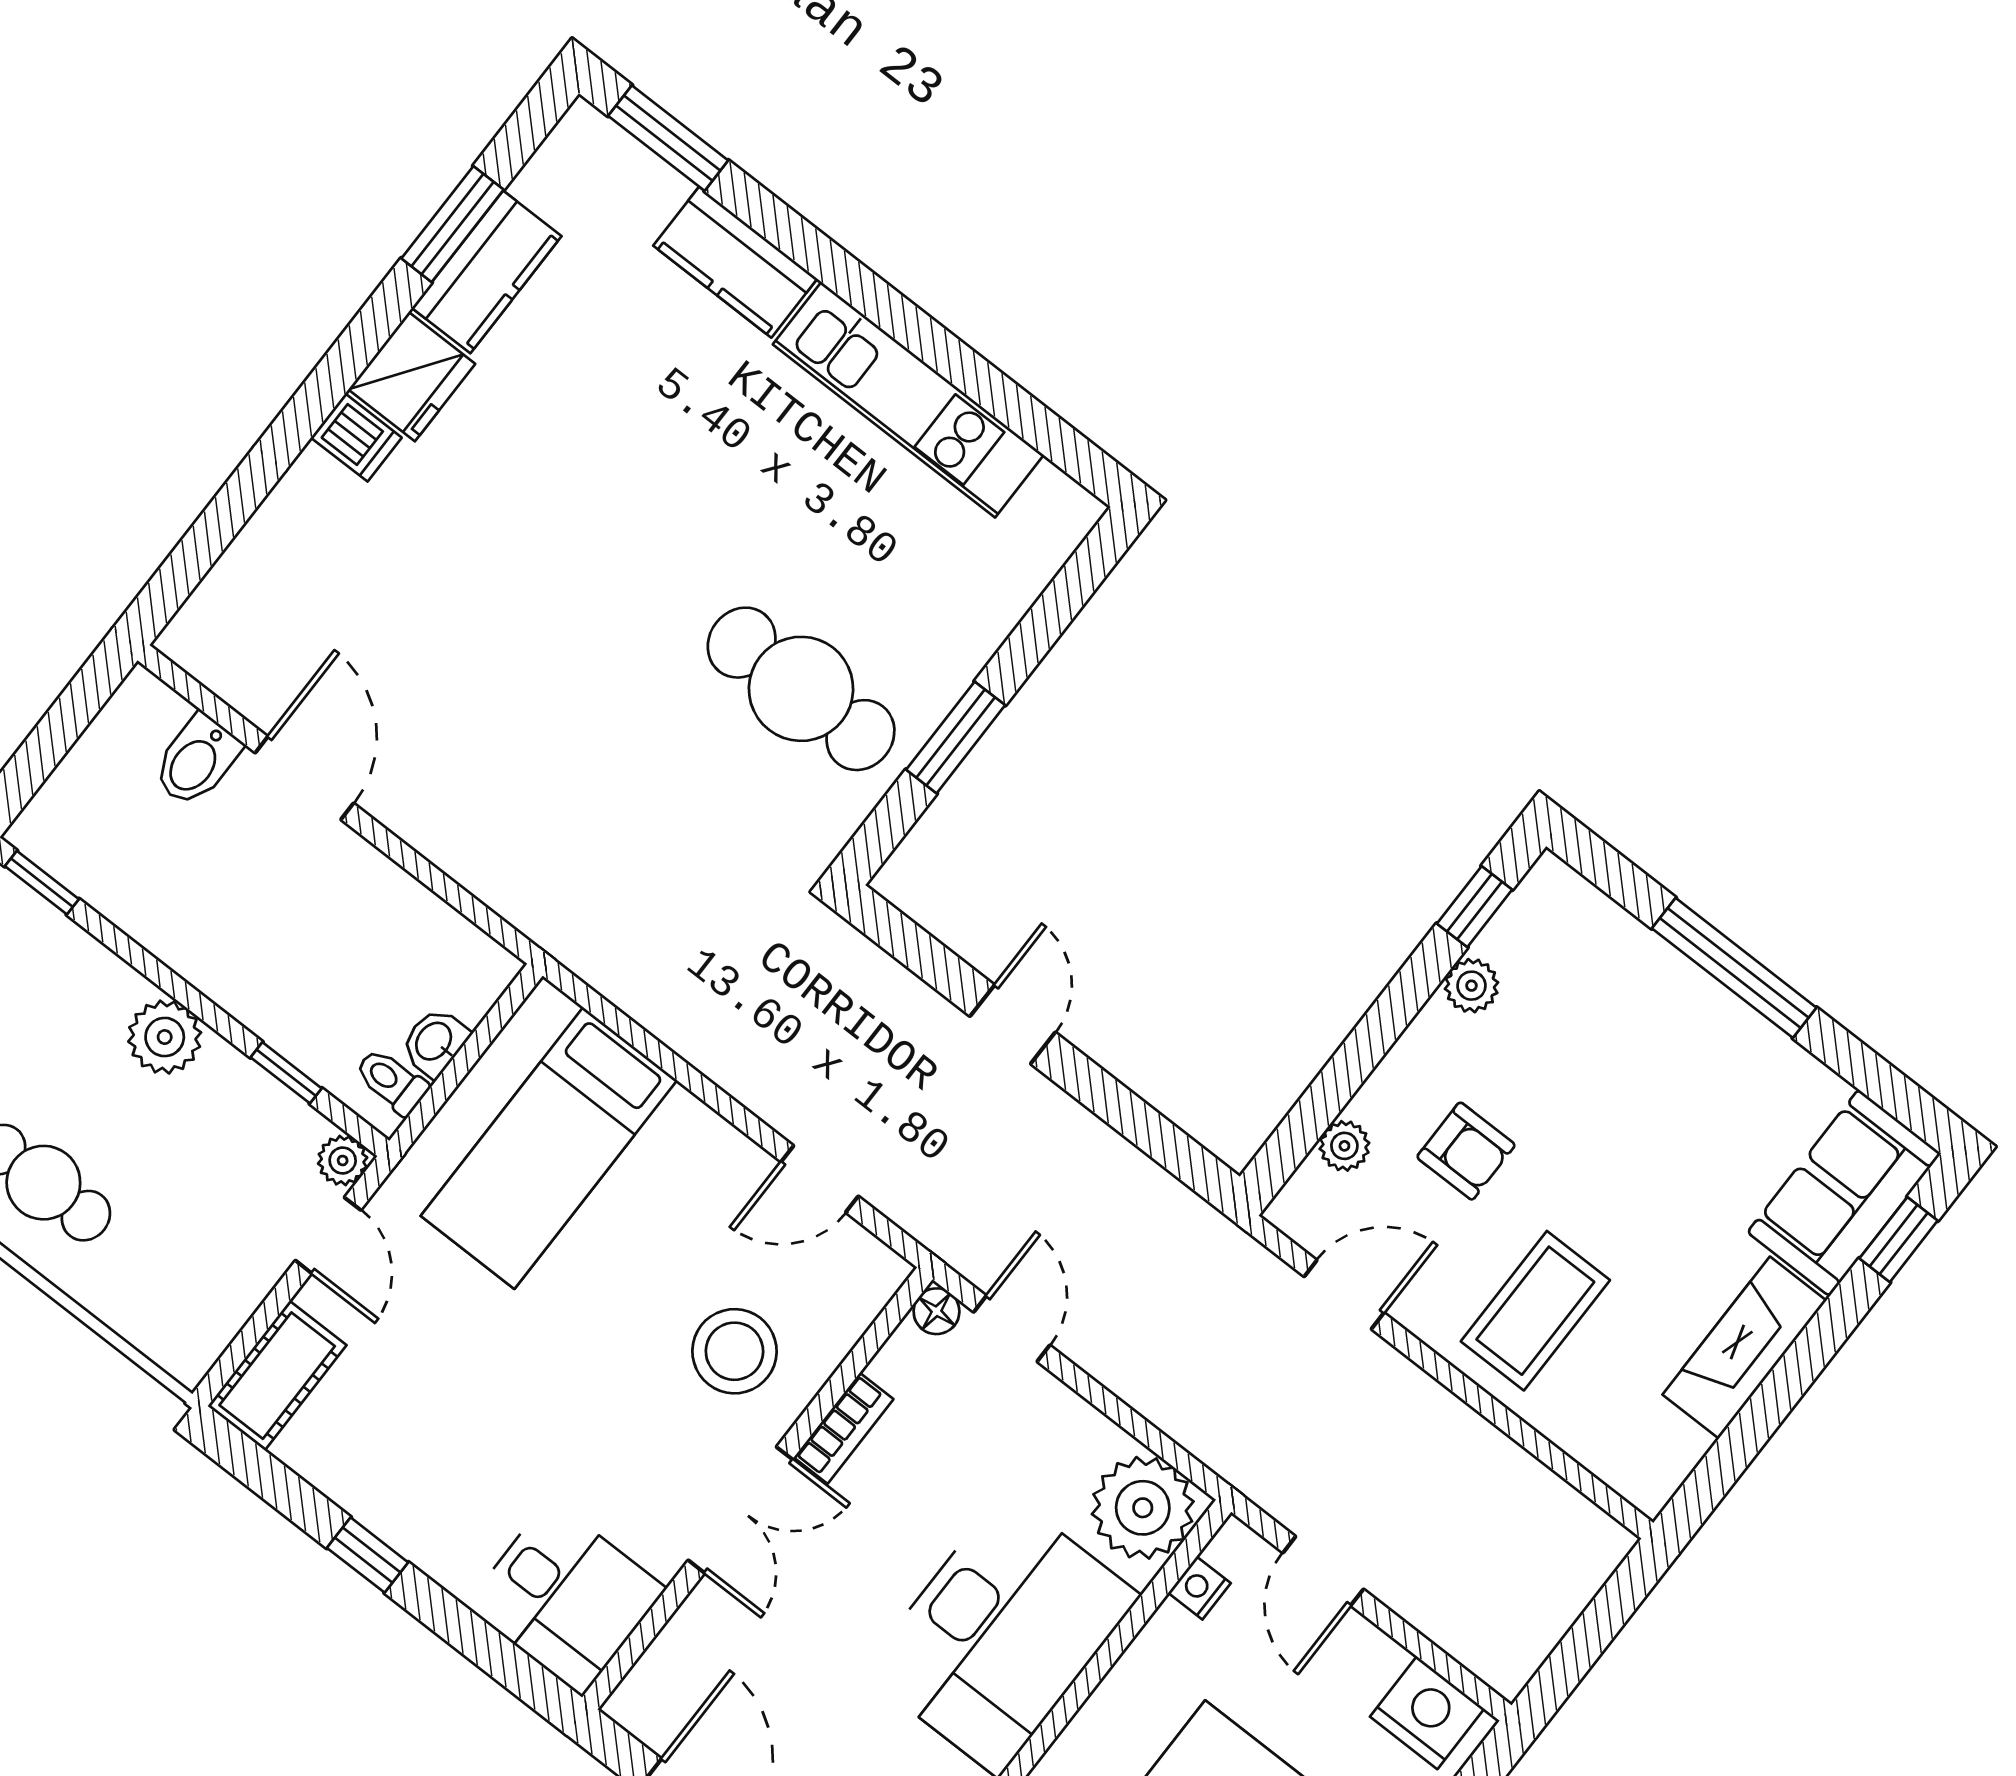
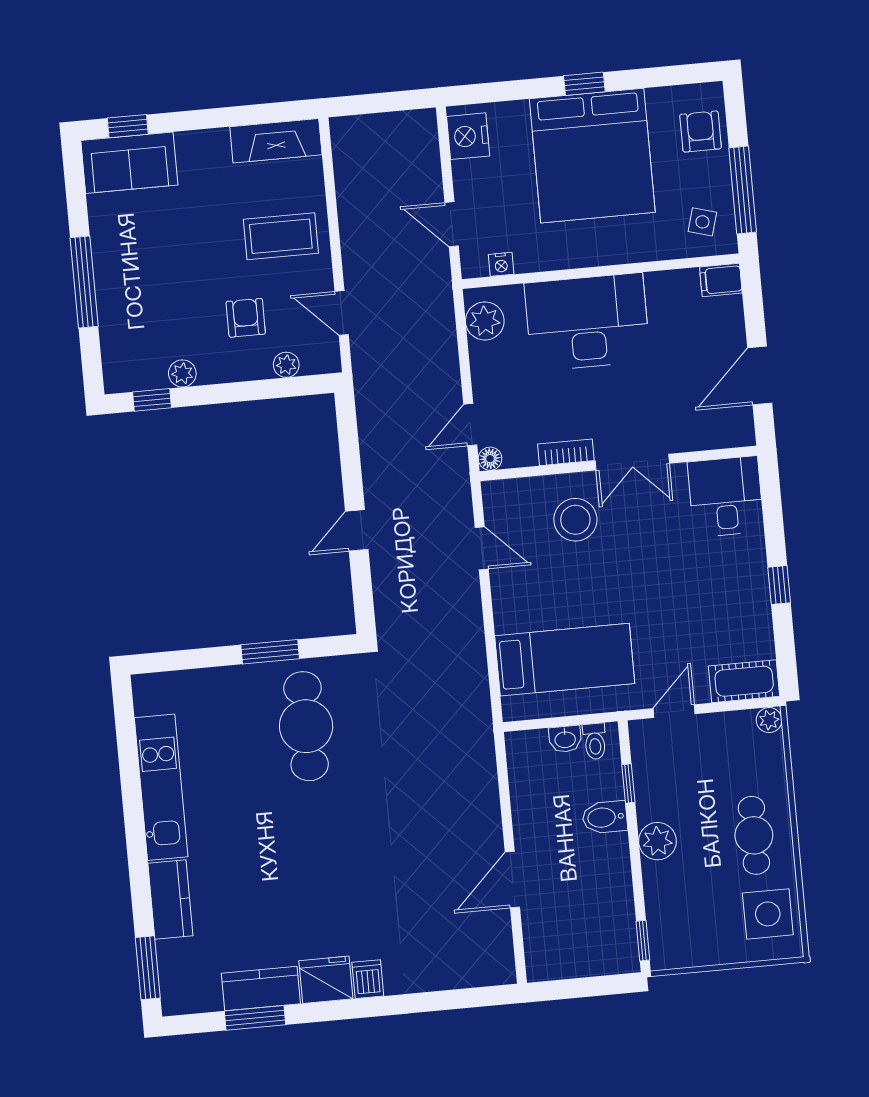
bidet: (196, 761) -> (605, 817), moved, turned 180
plant: (343, 1160) -> (769, 720), moved
fireplace: (1744, 1348) -> (276, 141), moved
plant: (1143, 1508) -> (485, 321), width x0.73, depth x0.73
double door: (741, 1510) -> (632, 462), swing flipped
door: (1323, 1571) -> (452, 224), swing flipped

